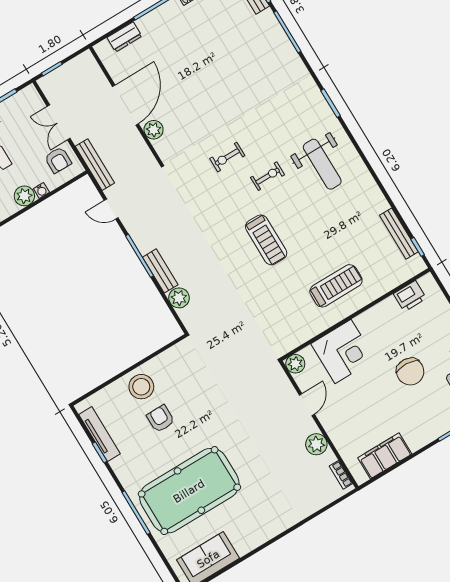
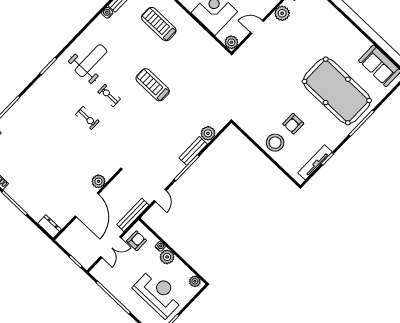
dresser: (124, 37) -> (50, 226), moved
door: (125, 105) -> (87, 205), swing flipped
exercise bike: (227, 157) -> (87, 118), moved
water cooler: (382, 204) -> (107, 13), added
treadmill: (266, 240) -> (153, 85), turned -90
treadmill: (336, 286) -> (159, 24), moved

